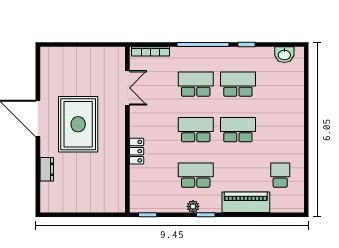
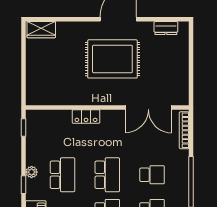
school desk: (196, 84) -> (152, 175), width x0.54
double door: (127, 88) -> (148, 107), width x1.37
dresser: (47, 169) -> (166, 28), moved
wardrobe: (48, 197) -> (41, 30), added

